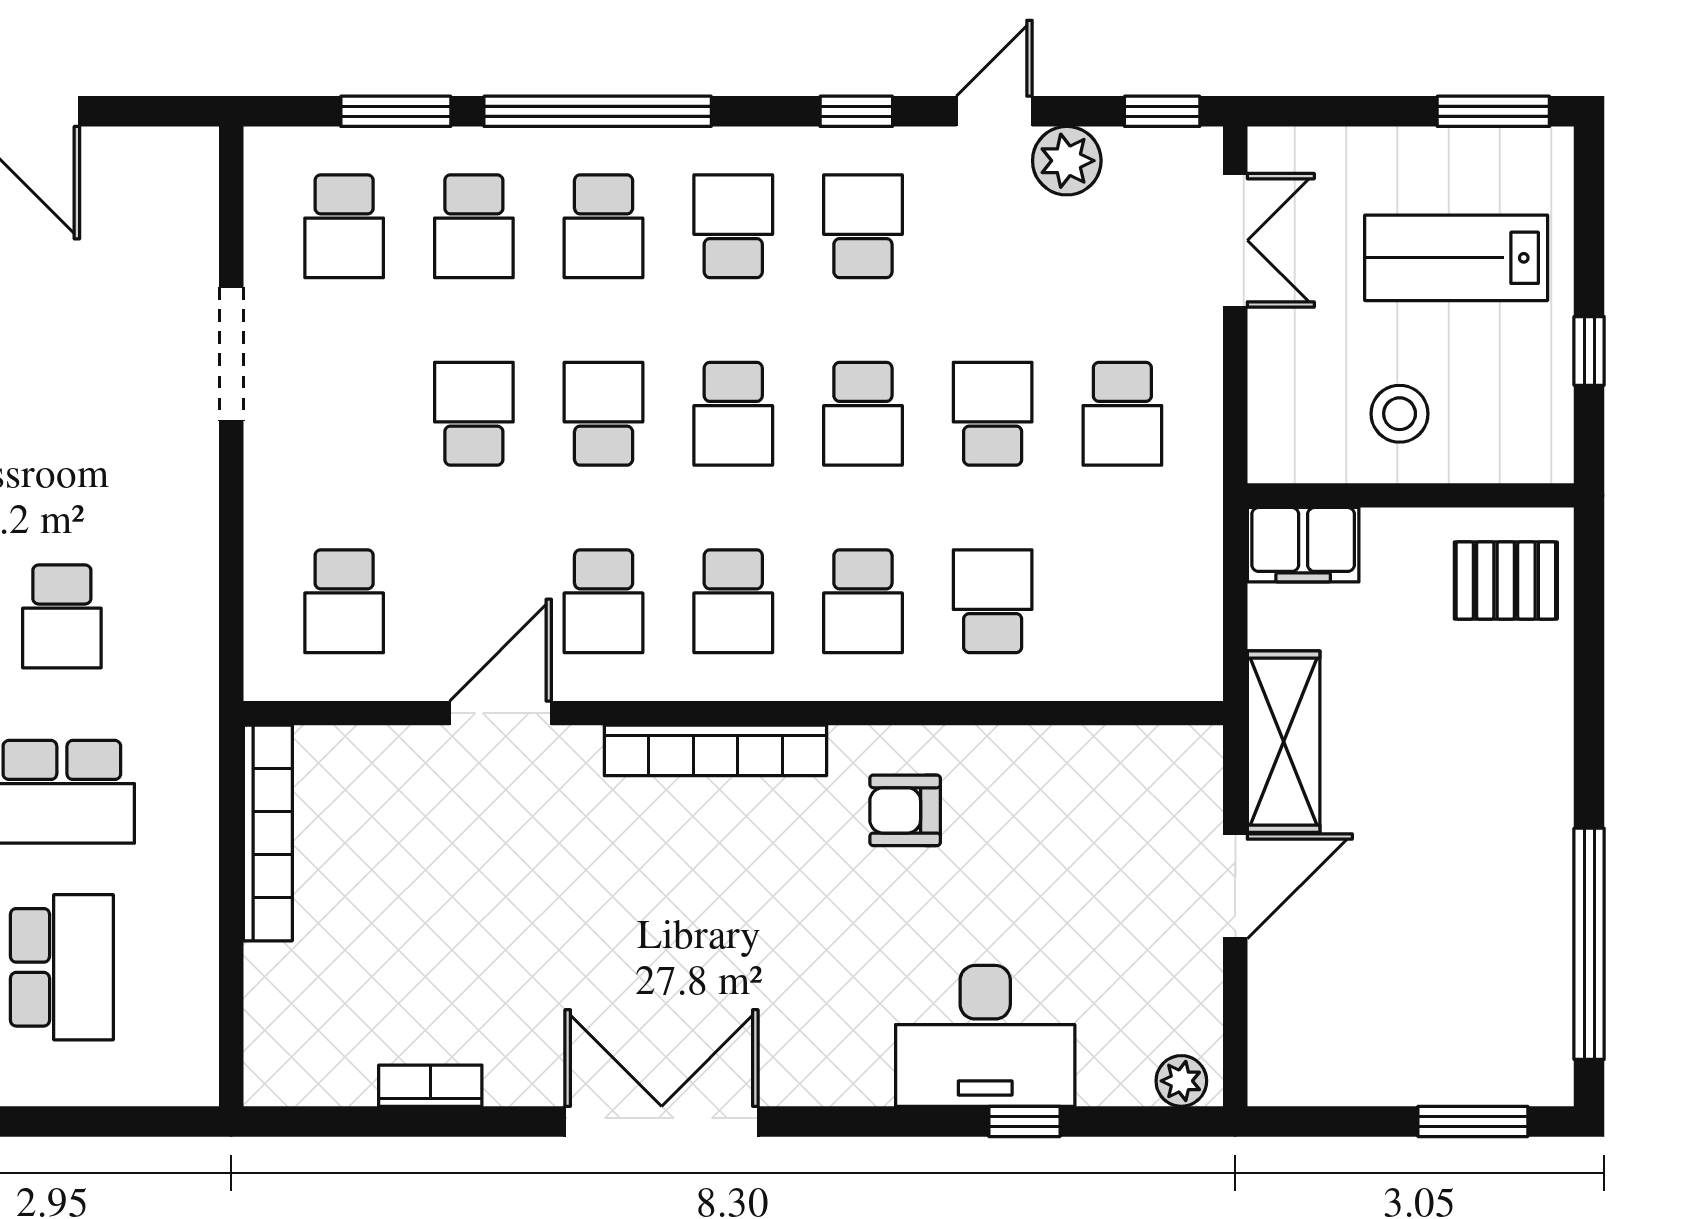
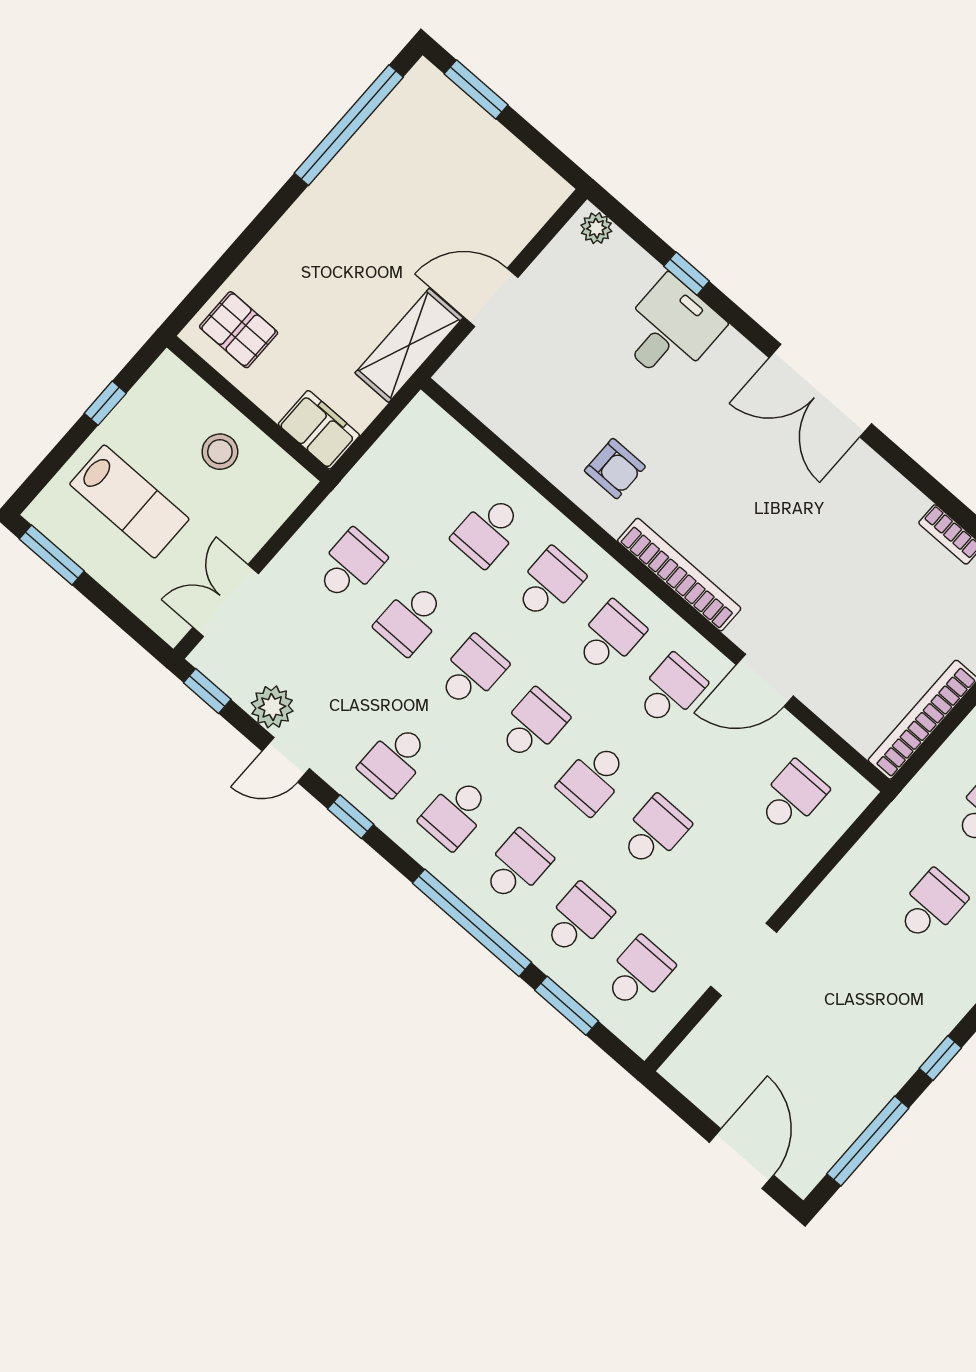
school desk: (474, 414) -> (654, 832), turned 180
desk: (985, 1036) -> (670, 330), width x0.73
double door: (662, 1121) -> (820, 391), moved

